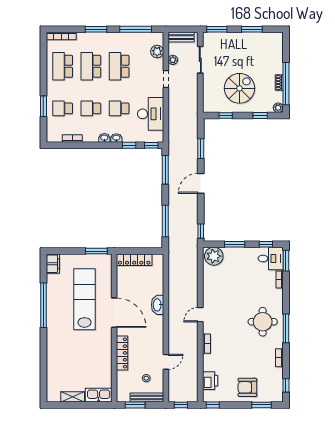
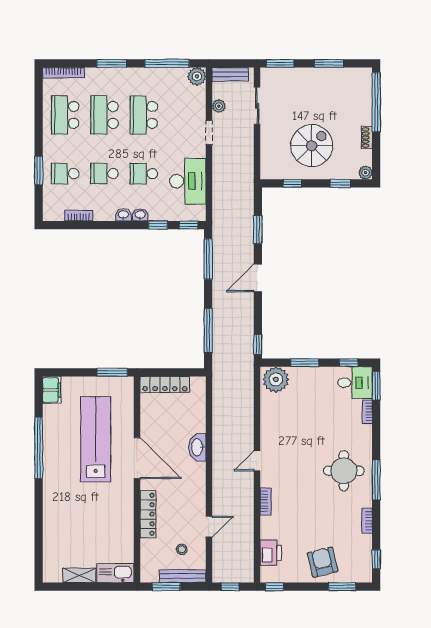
plant: (157, 52) -> (197, 76), moved
window: (286, 84) -> (376, 102), moved
armchair: (247, 387) -> (323, 562), turned 76

